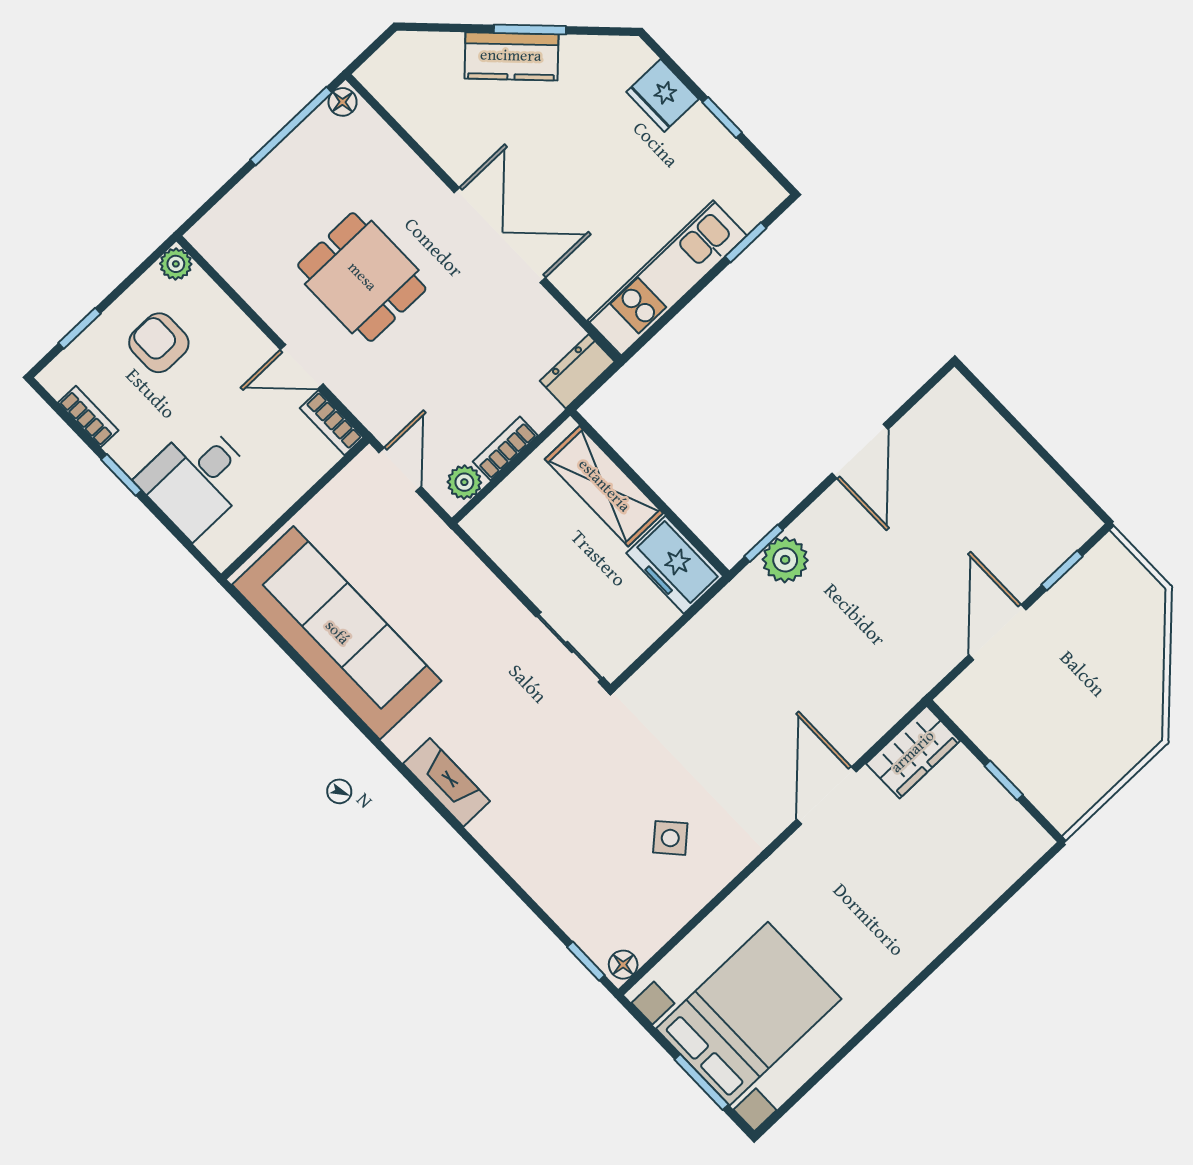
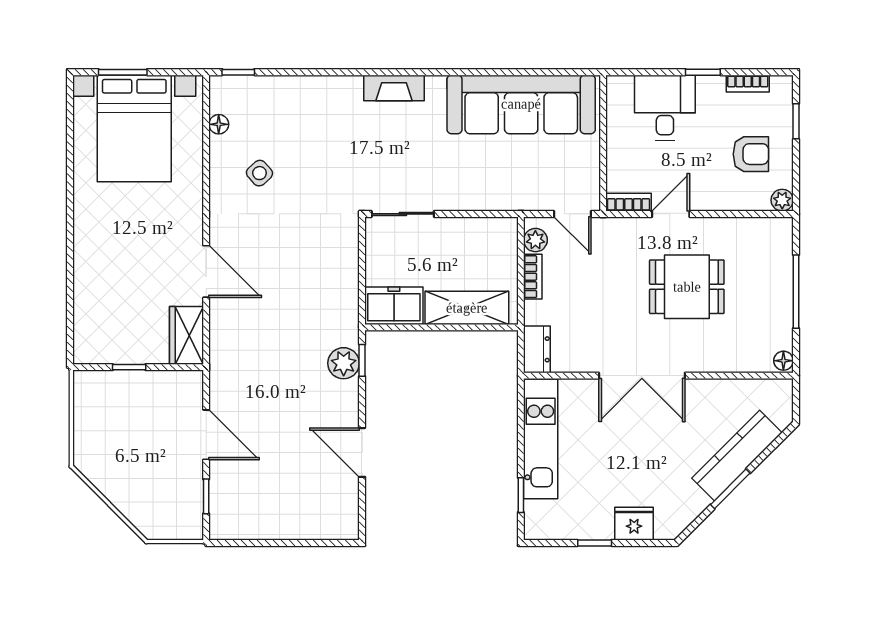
kitchen counter: (511, 56) -> (737, 455), width x1.50
window: (291, 126) -> (796, 292), moved
floor lamp: (623, 965) -> (219, 124), moved

